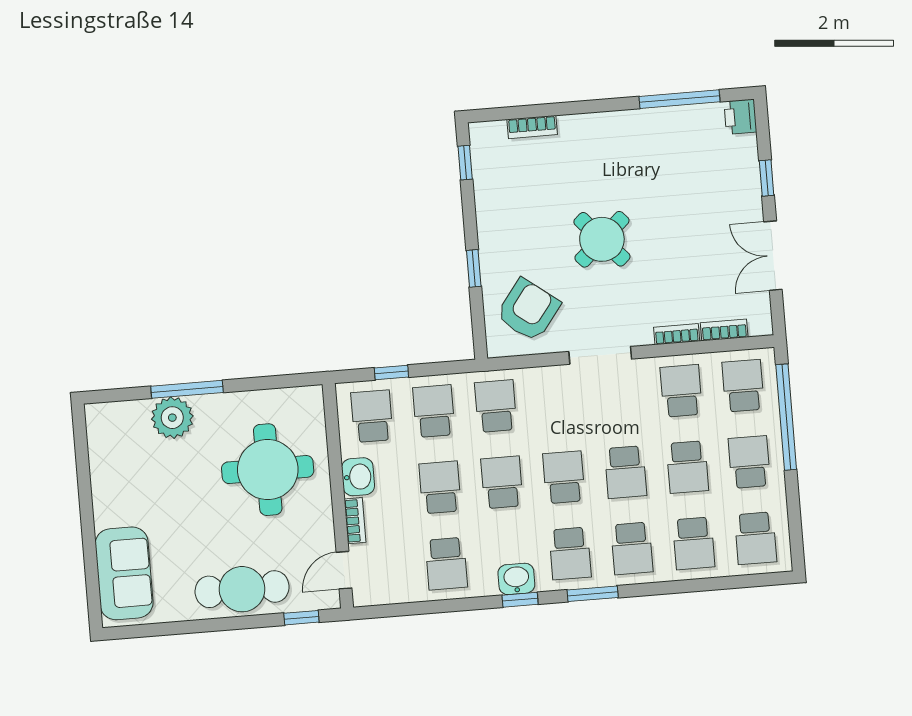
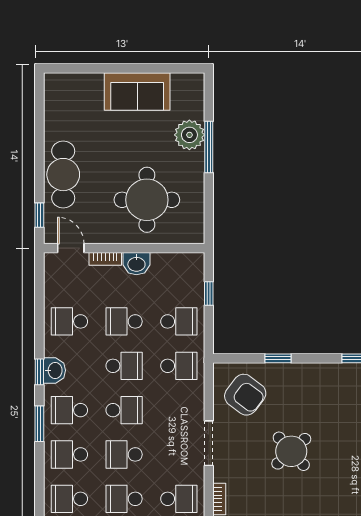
school desk: (372, 416) -> (179, 277), removed
school desk: (440, 487) -> (124, 321), turned 180
sofa: (124, 573) -> (137, 91), moved

